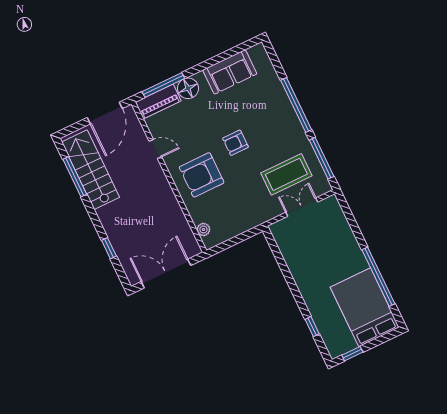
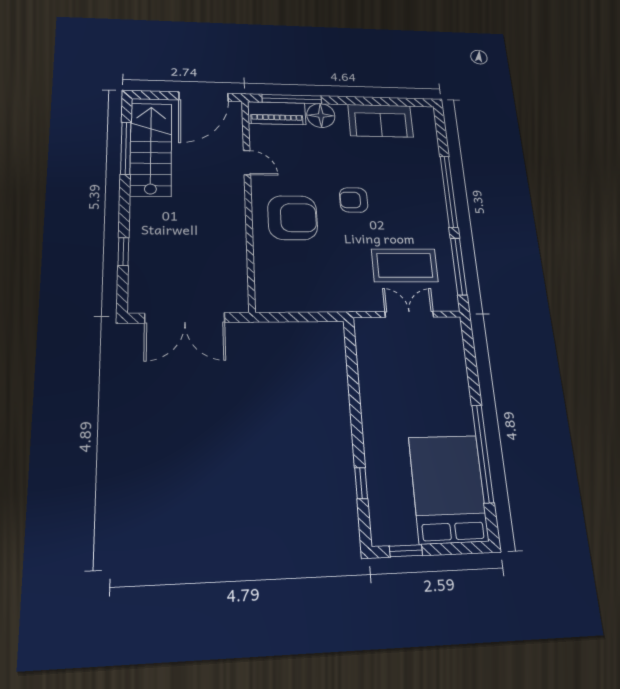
armchair: (202, 175) -> (293, 218), turned 180
plant: (203, 230) -> (264, 284), removed
double door: (166, 274) -> (185, 318), swing flipped

